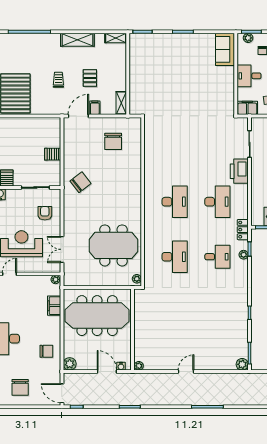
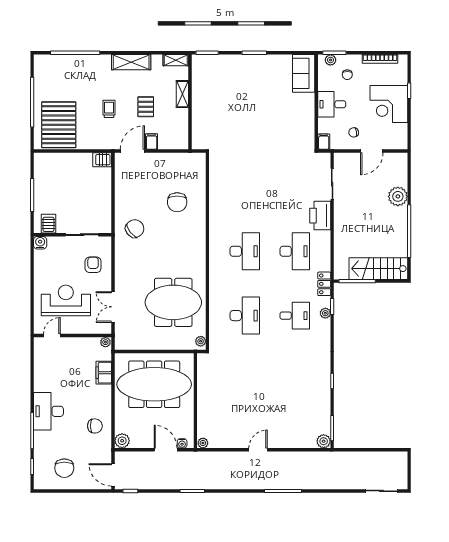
shelving: (121, 103) -> (182, 94), moved
filing cabinet: (247, 108) -> (324, 142), width x0.50
chair: (113, 141) -> (177, 202), moved
server rack: (53, 154) -> (102, 160), moved

